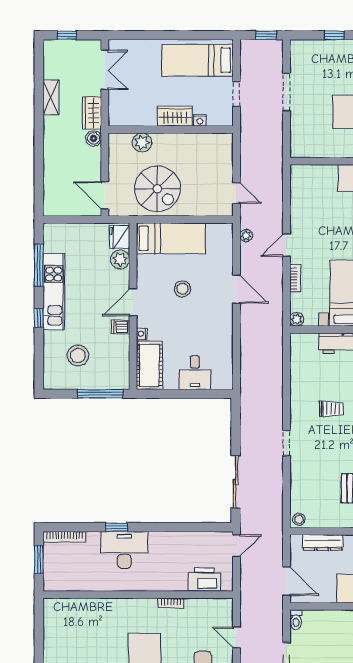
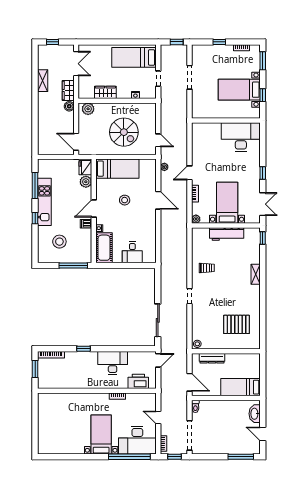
wardrobe: (175, 116) -> (105, 92), moved
plant: (142, 142) -> (88, 109), moved
spiral stairs: (157, 189) -> (124, 132), moved
trolley: (331, 409) -> (207, 268), moved
desk: (124, 550) -> (113, 363), moved

